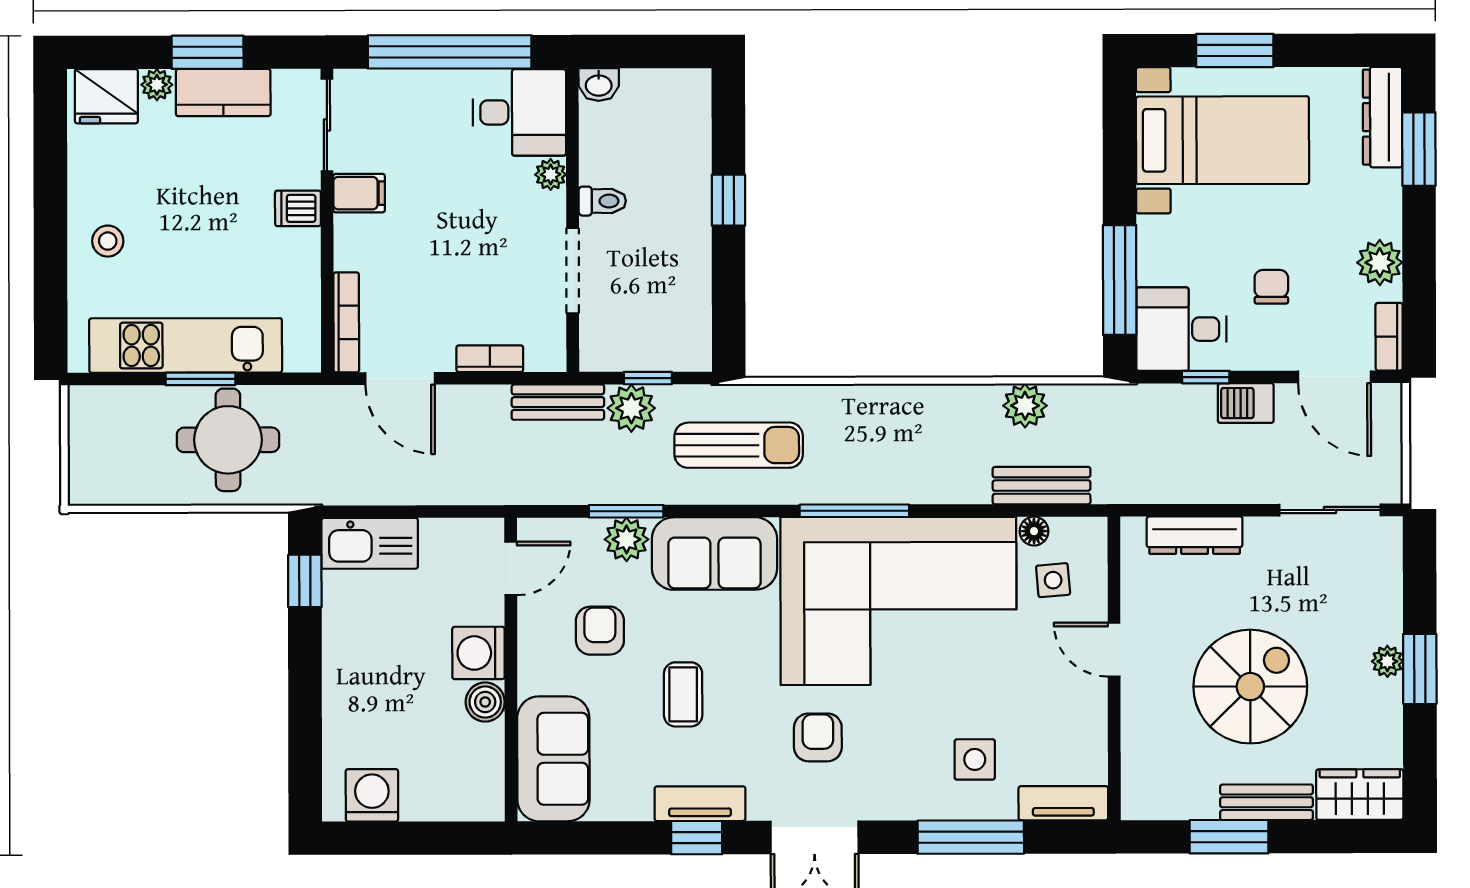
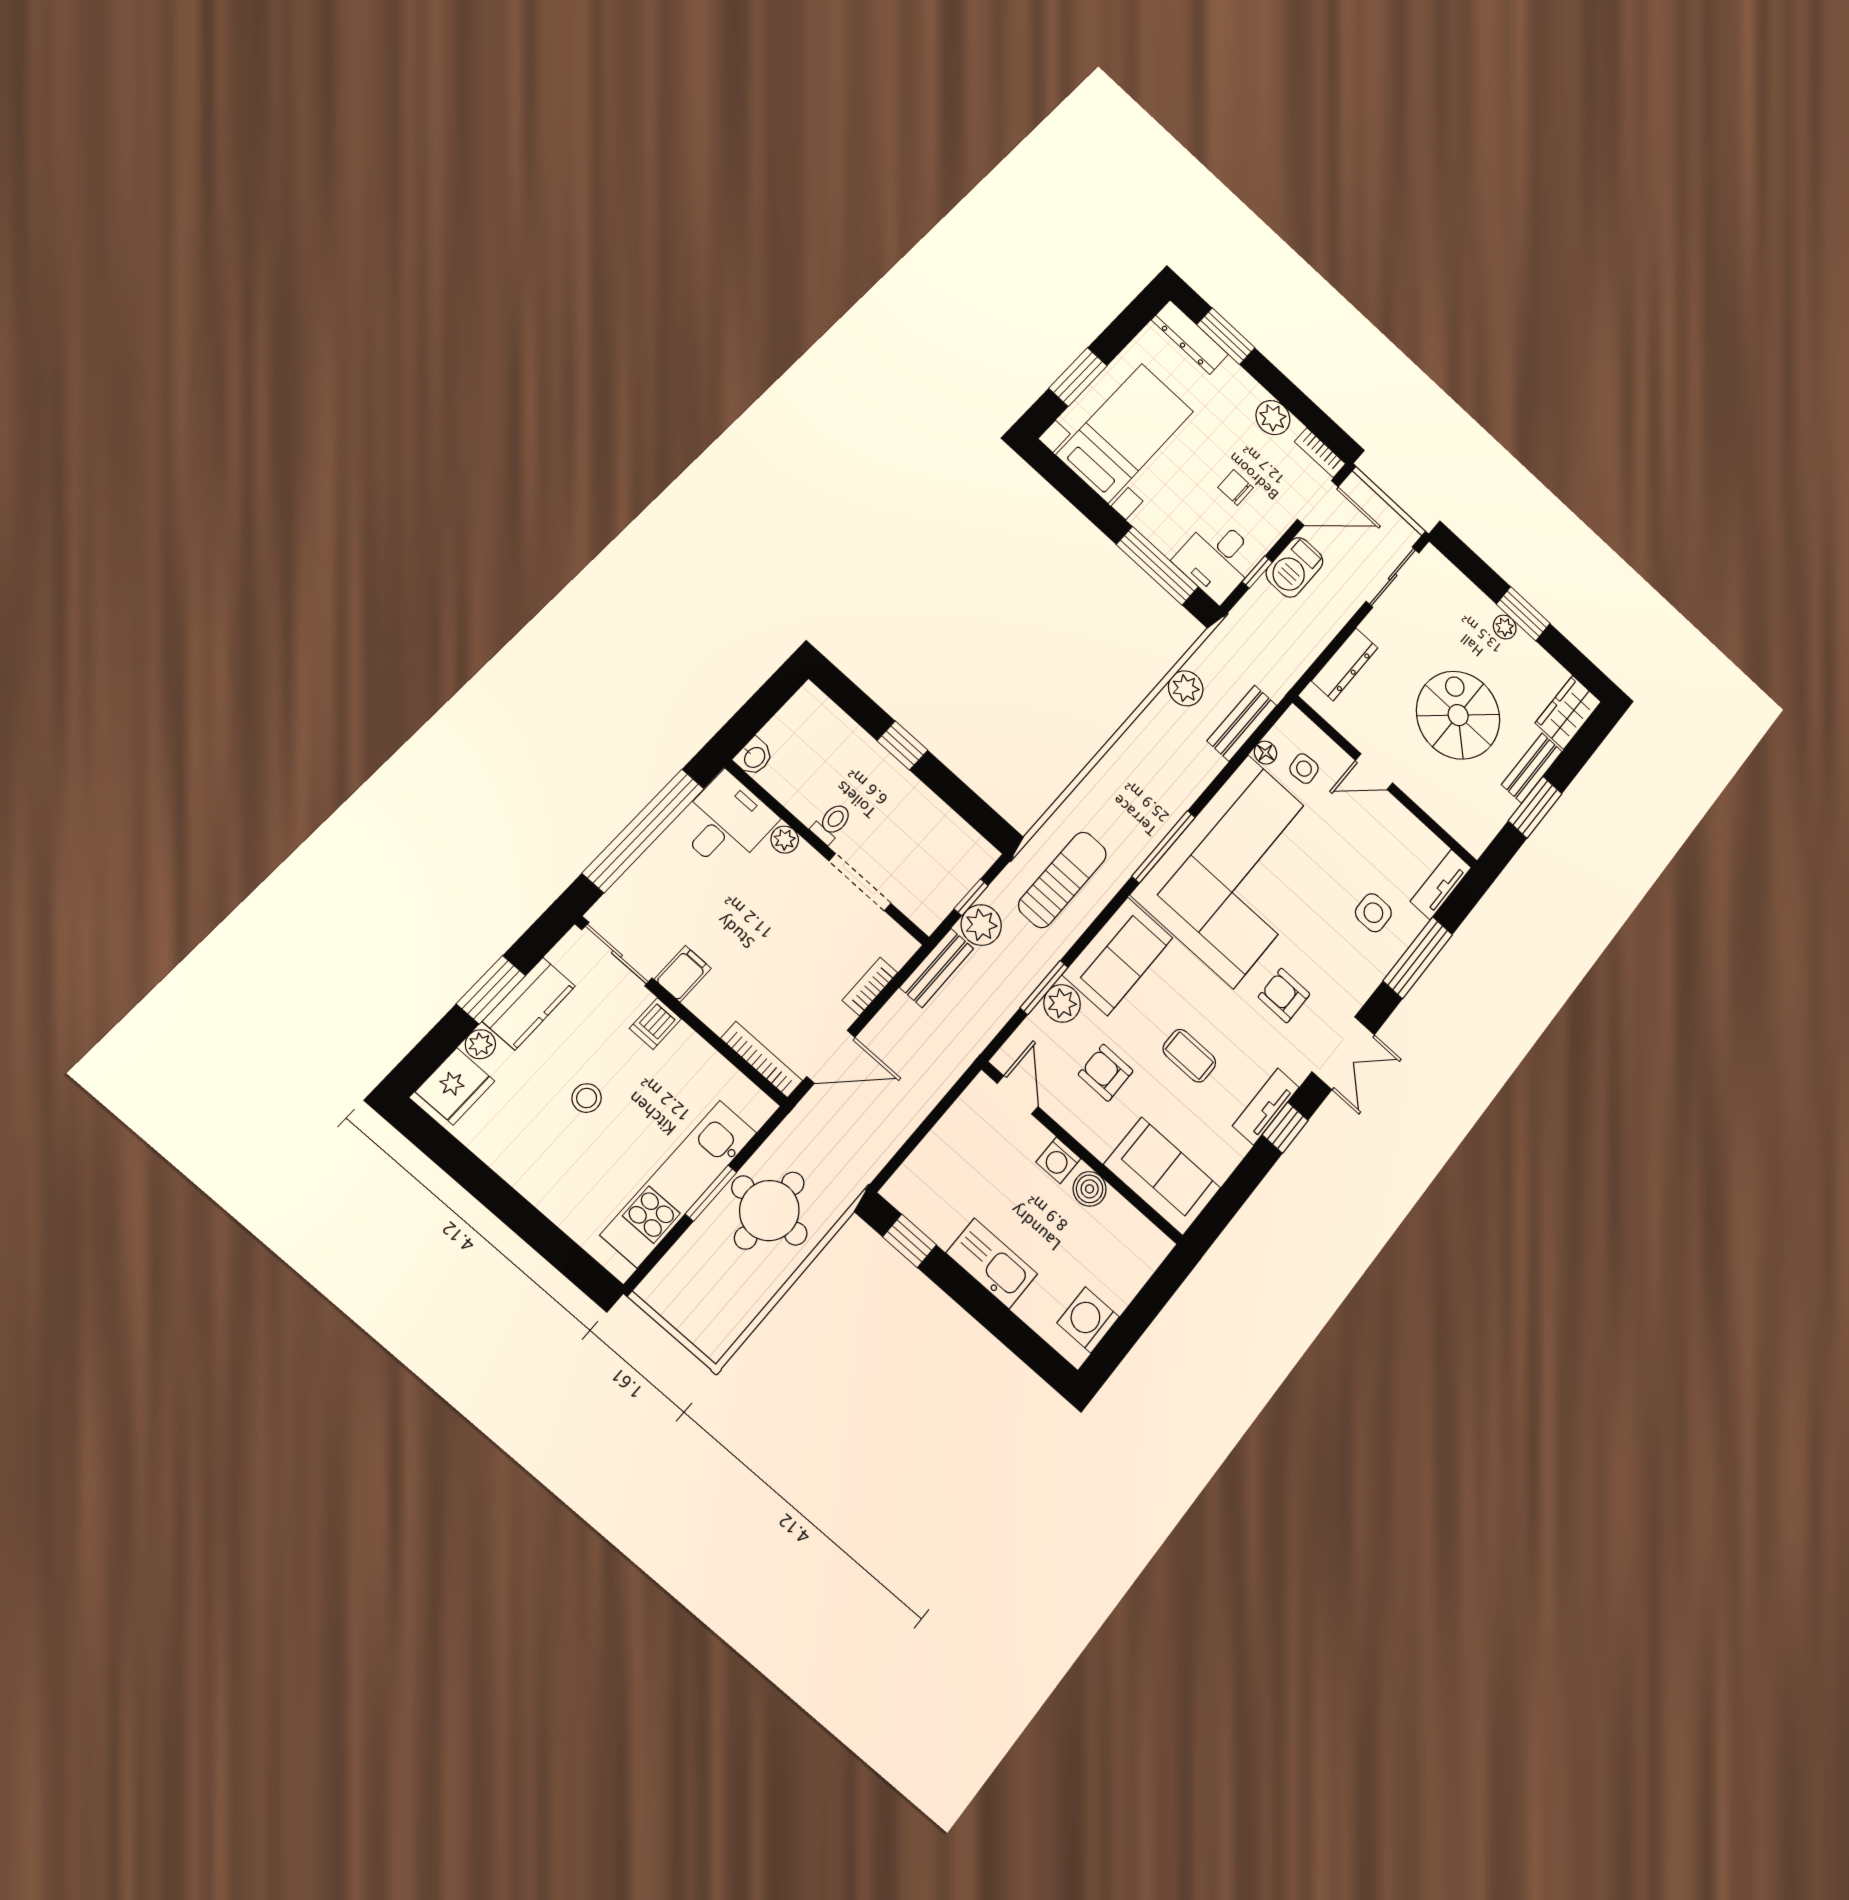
stool: (108, 241) -> (587, 1098), moved
barbecue: (1246, 403) -> (1295, 567), width x1.38, depth x1.27
kitchen sink: (370, 543) -> (992, 1263), moved, turned -90
washing machine: (478, 653) -> (1058, 1160), width x0.73, depth x0.73

